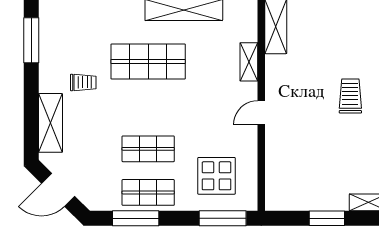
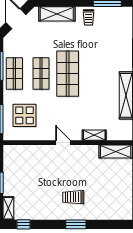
shop shelf: (148, 62) -> (68, 74), moved
trolley: (83, 82) -> (88, 17), moved
trolley: (350, 96) -> (73, 197), turned 180

